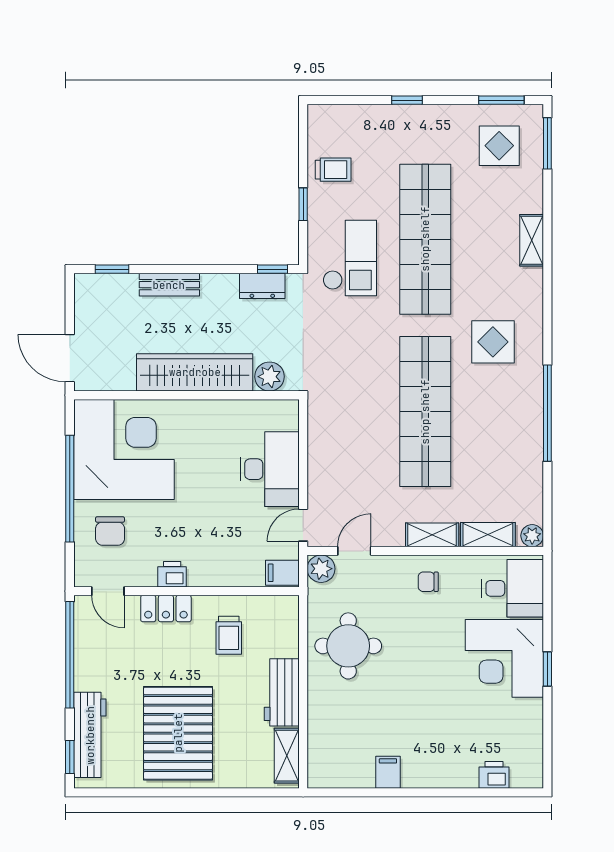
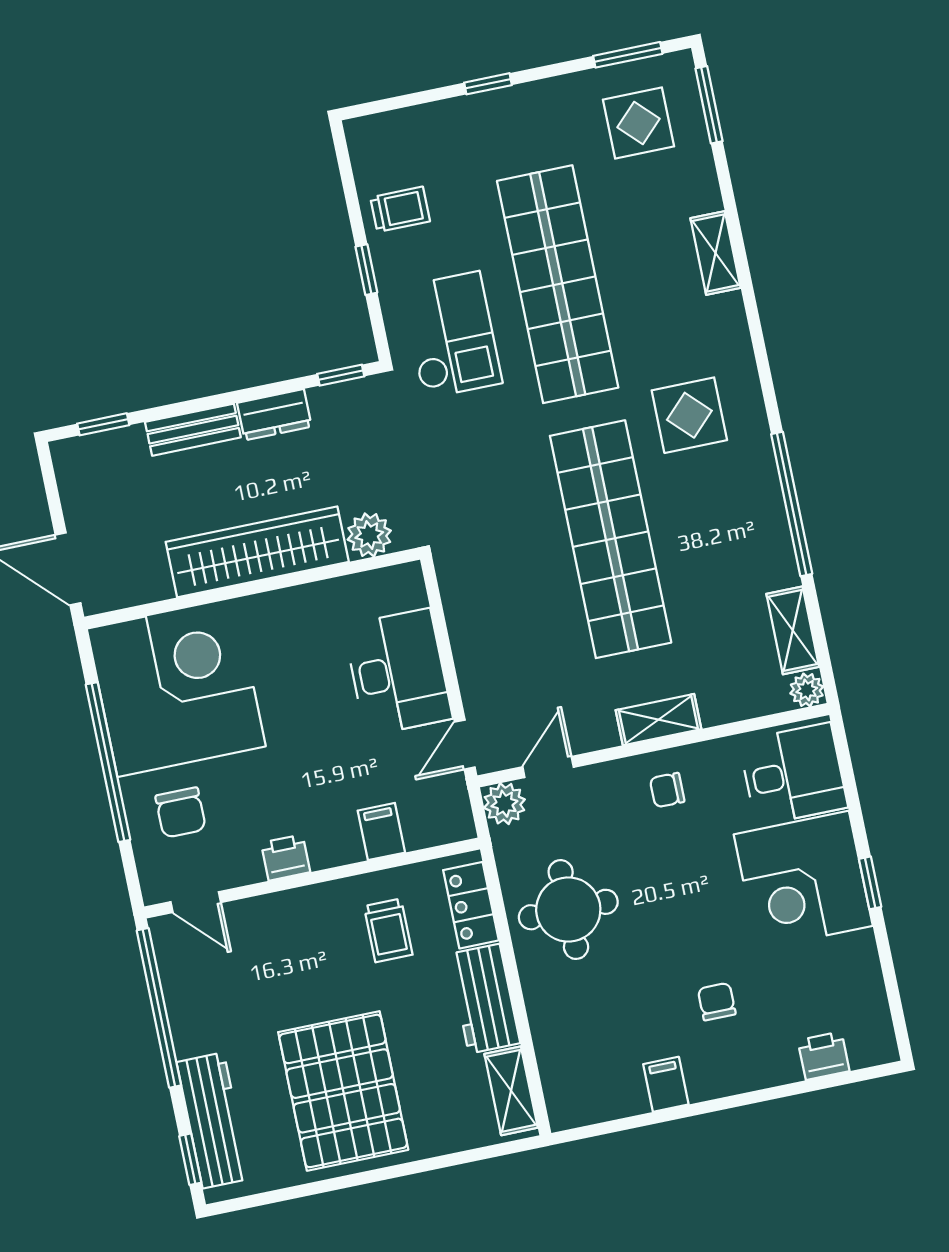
dresser: (262, 286) -> (274, 415), moved
shelving: (488, 535) -> (793, 630), moved, turned 90
filing cabinet: (282, 573) -> (381, 832), moved, turned 90
locker: (166, 609) -> (471, 905), moved, turned 90
chair: (432, 725) -> (717, 1002), added

